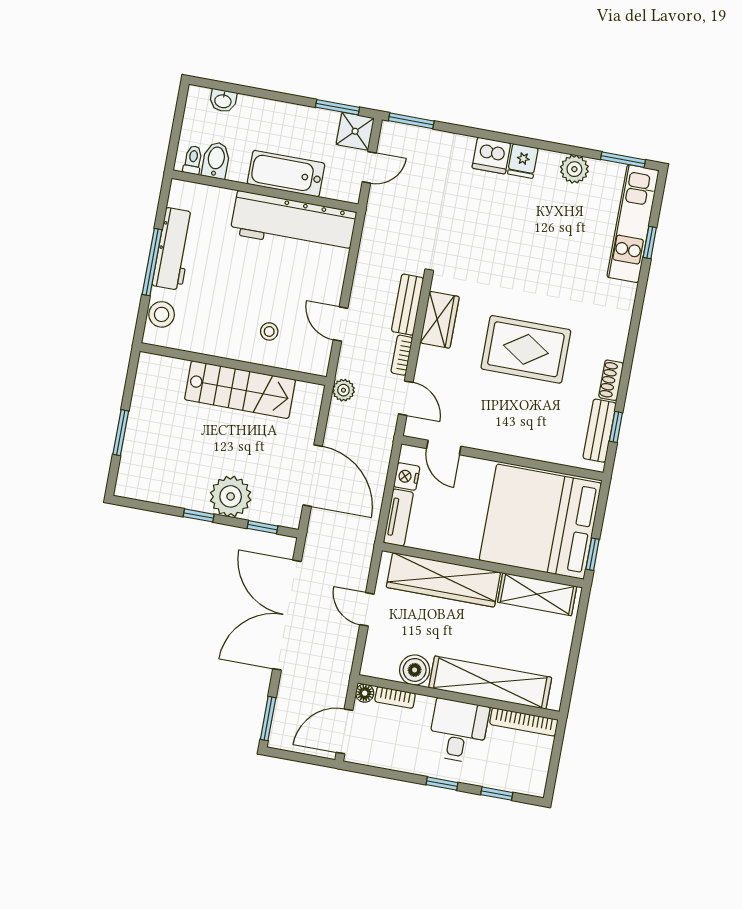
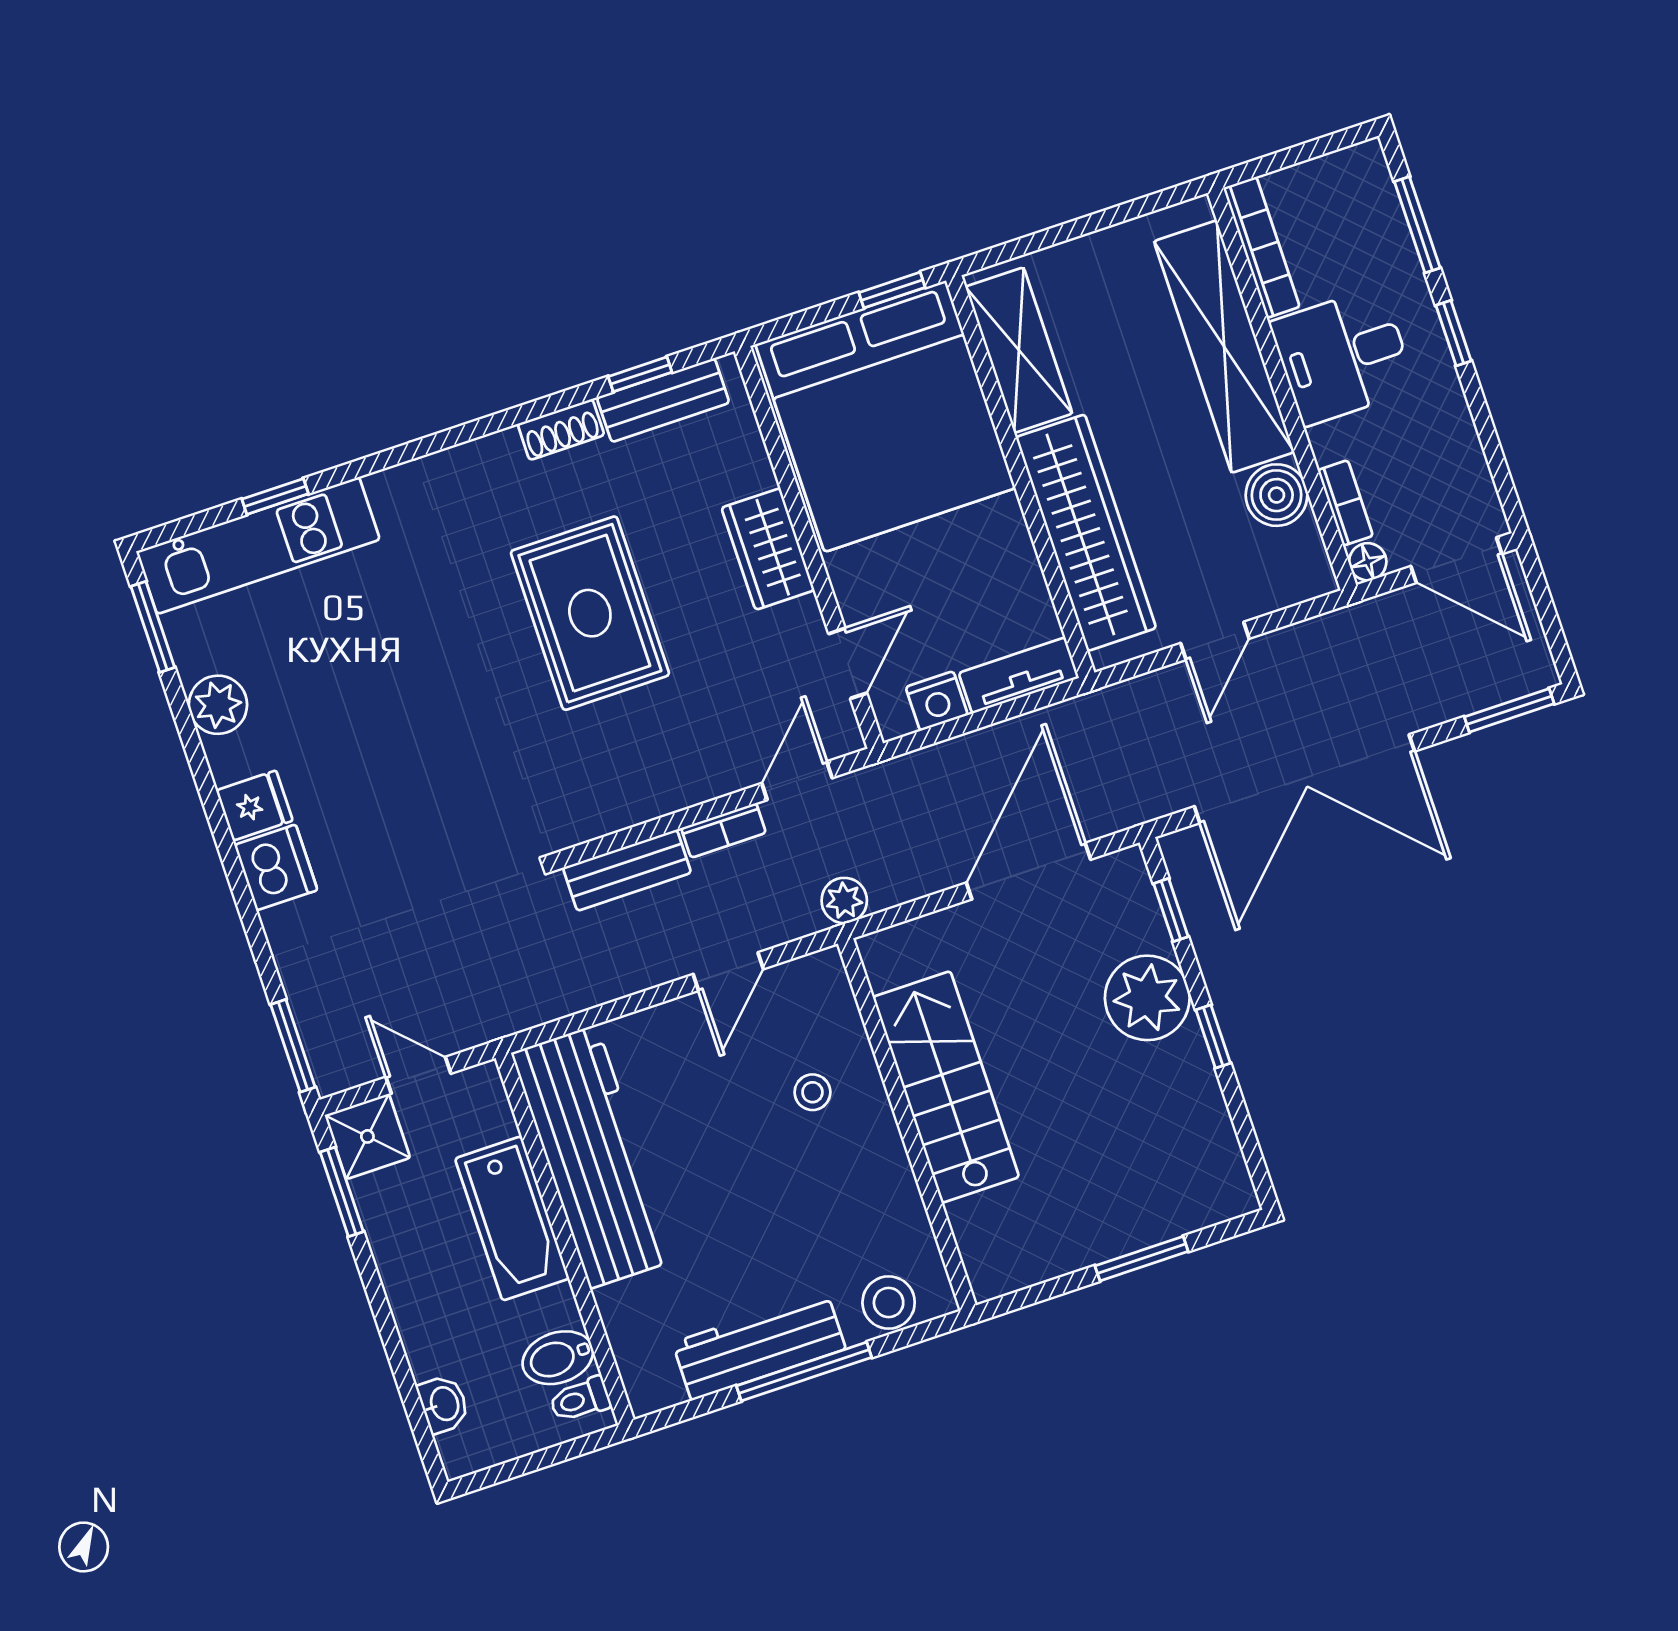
wardrobe: (440, 320) -> (768, 549), moved, turned -90
window: (497, 794) -> (1417, 225), width x1.50

